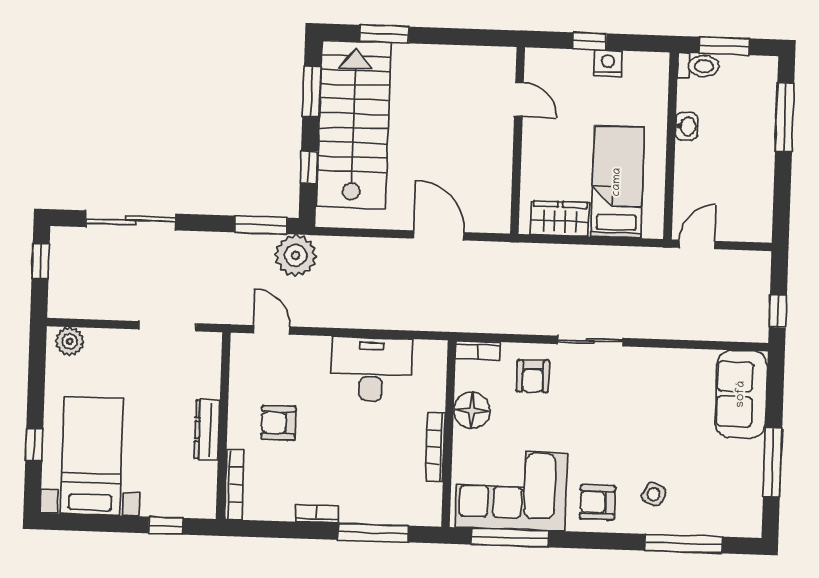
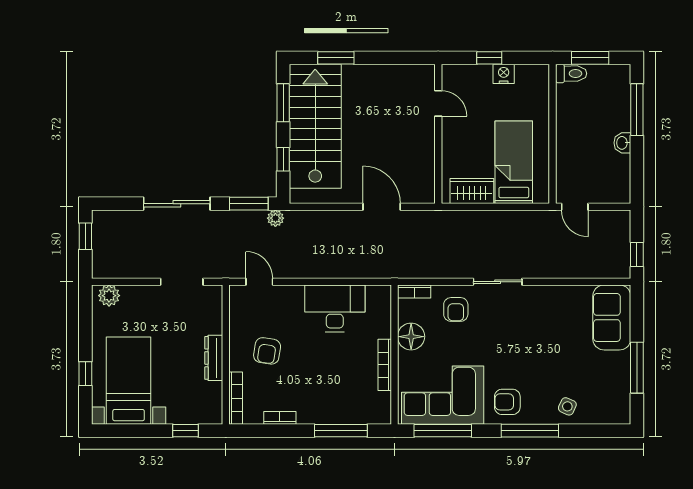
washbasin: (687, 126) -> (622, 143), moved, turned 180
sliding door: (131, 220) -> (177, 204), moved
door: (697, 244) -> (575, 207), swing flipped
plant: (296, 255) -> (275, 218), width x0.53, depth x0.53
armchair: (278, 423) -> (267, 351), turned -81
side table: (654, 494) -> (567, 406), moved
bookcase: (317, 514) -> (280, 418), moved
window: (684, 544) -> (530, 431), moved

